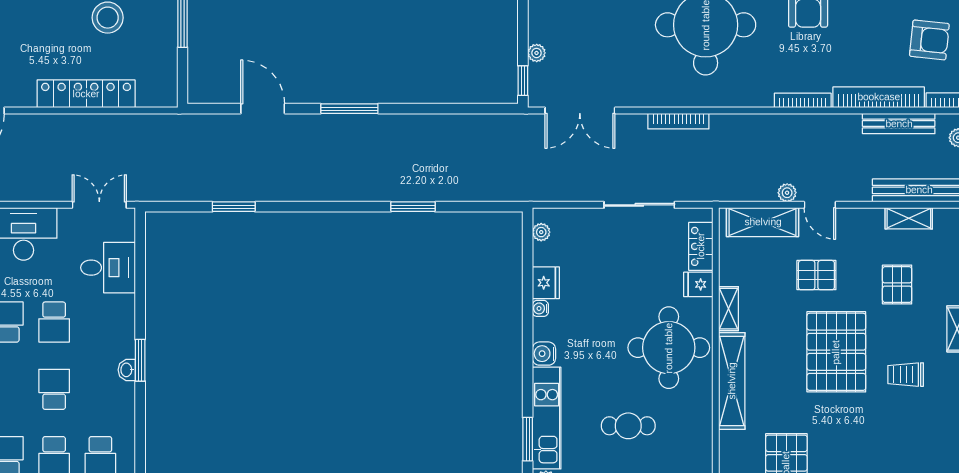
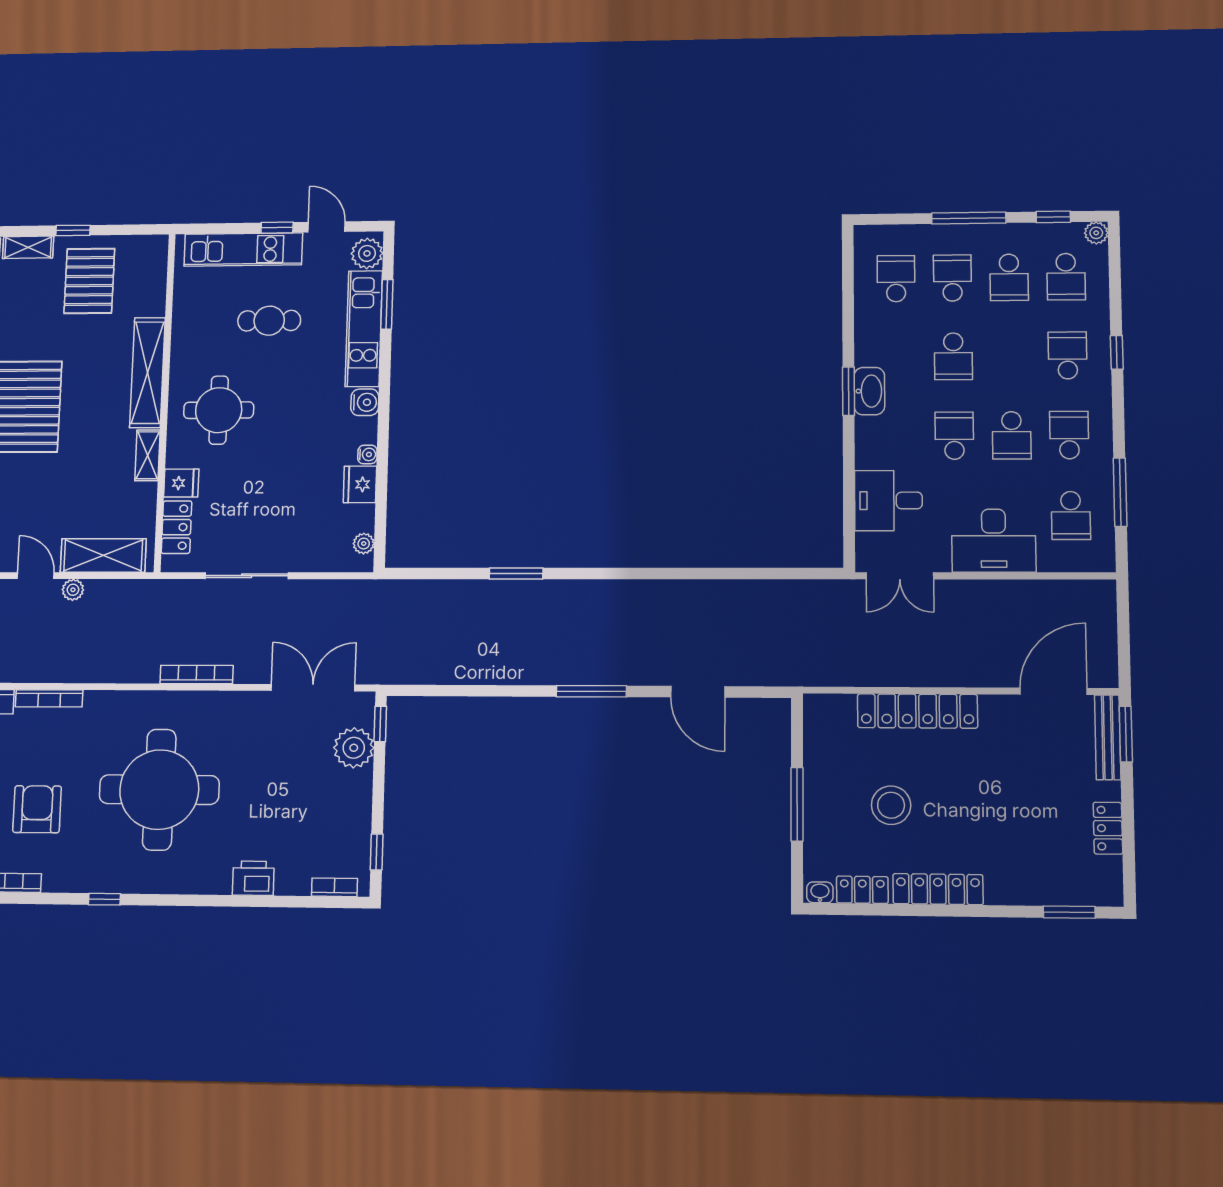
plant: (537, 53) -> (354, 748), width x1.87, depth x1.87
window: (234, 207) -> (734, 574), removed
pallet: (816, 275) -> (44, 494), removed
round table: (669, 348) -> (219, 410), width x0.73, depth x0.73
washbasin: (127, 370) -> (869, 391), width x1.91, depth x1.45

